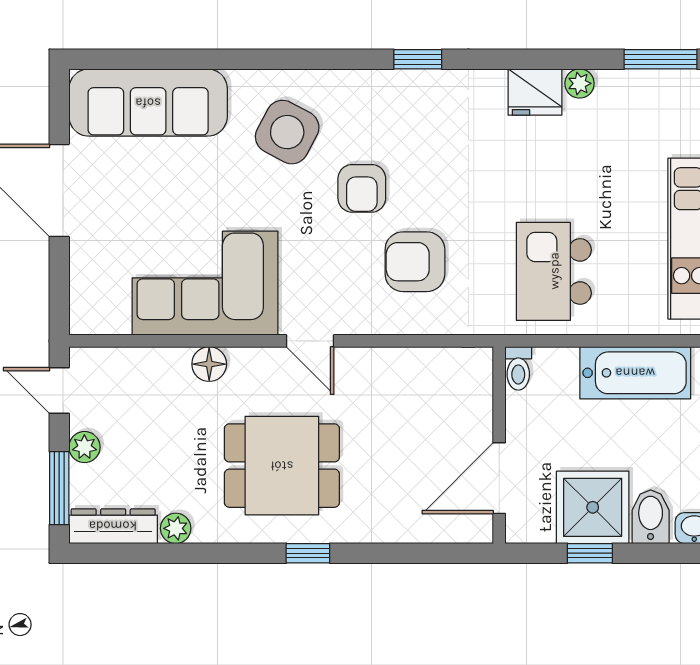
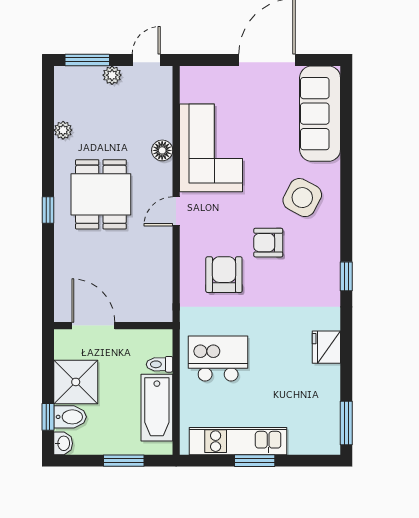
plant: (580, 83) -> (332, 374), removed
toilet: (518, 368) -> (160, 364), moved
dresser: (113, 526) -> (64, 92), removed
window: (590, 553) -> (48, 417), moved

